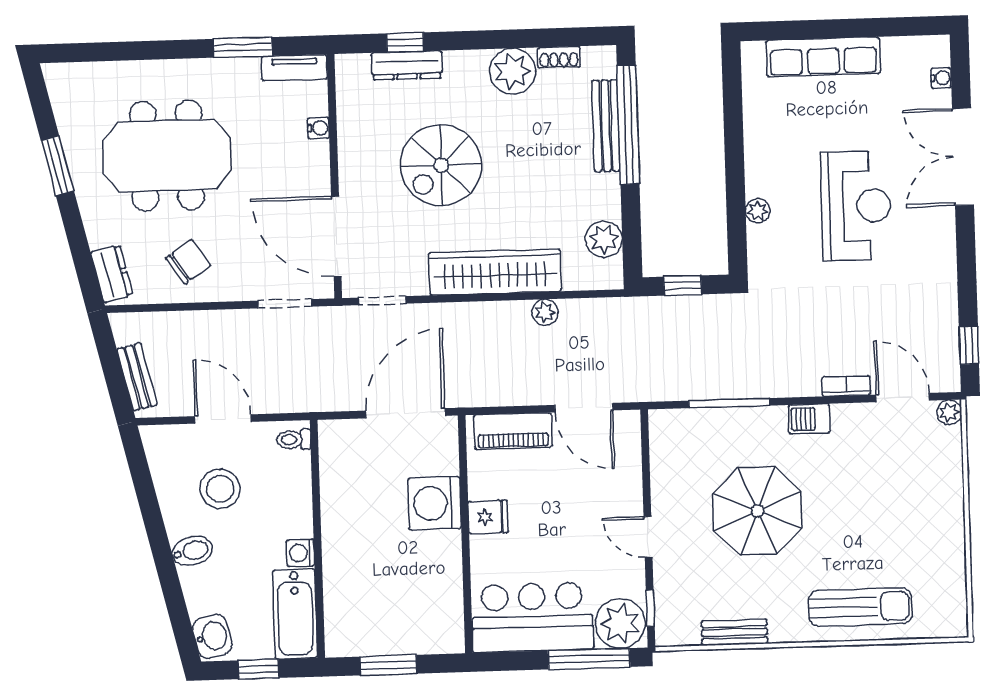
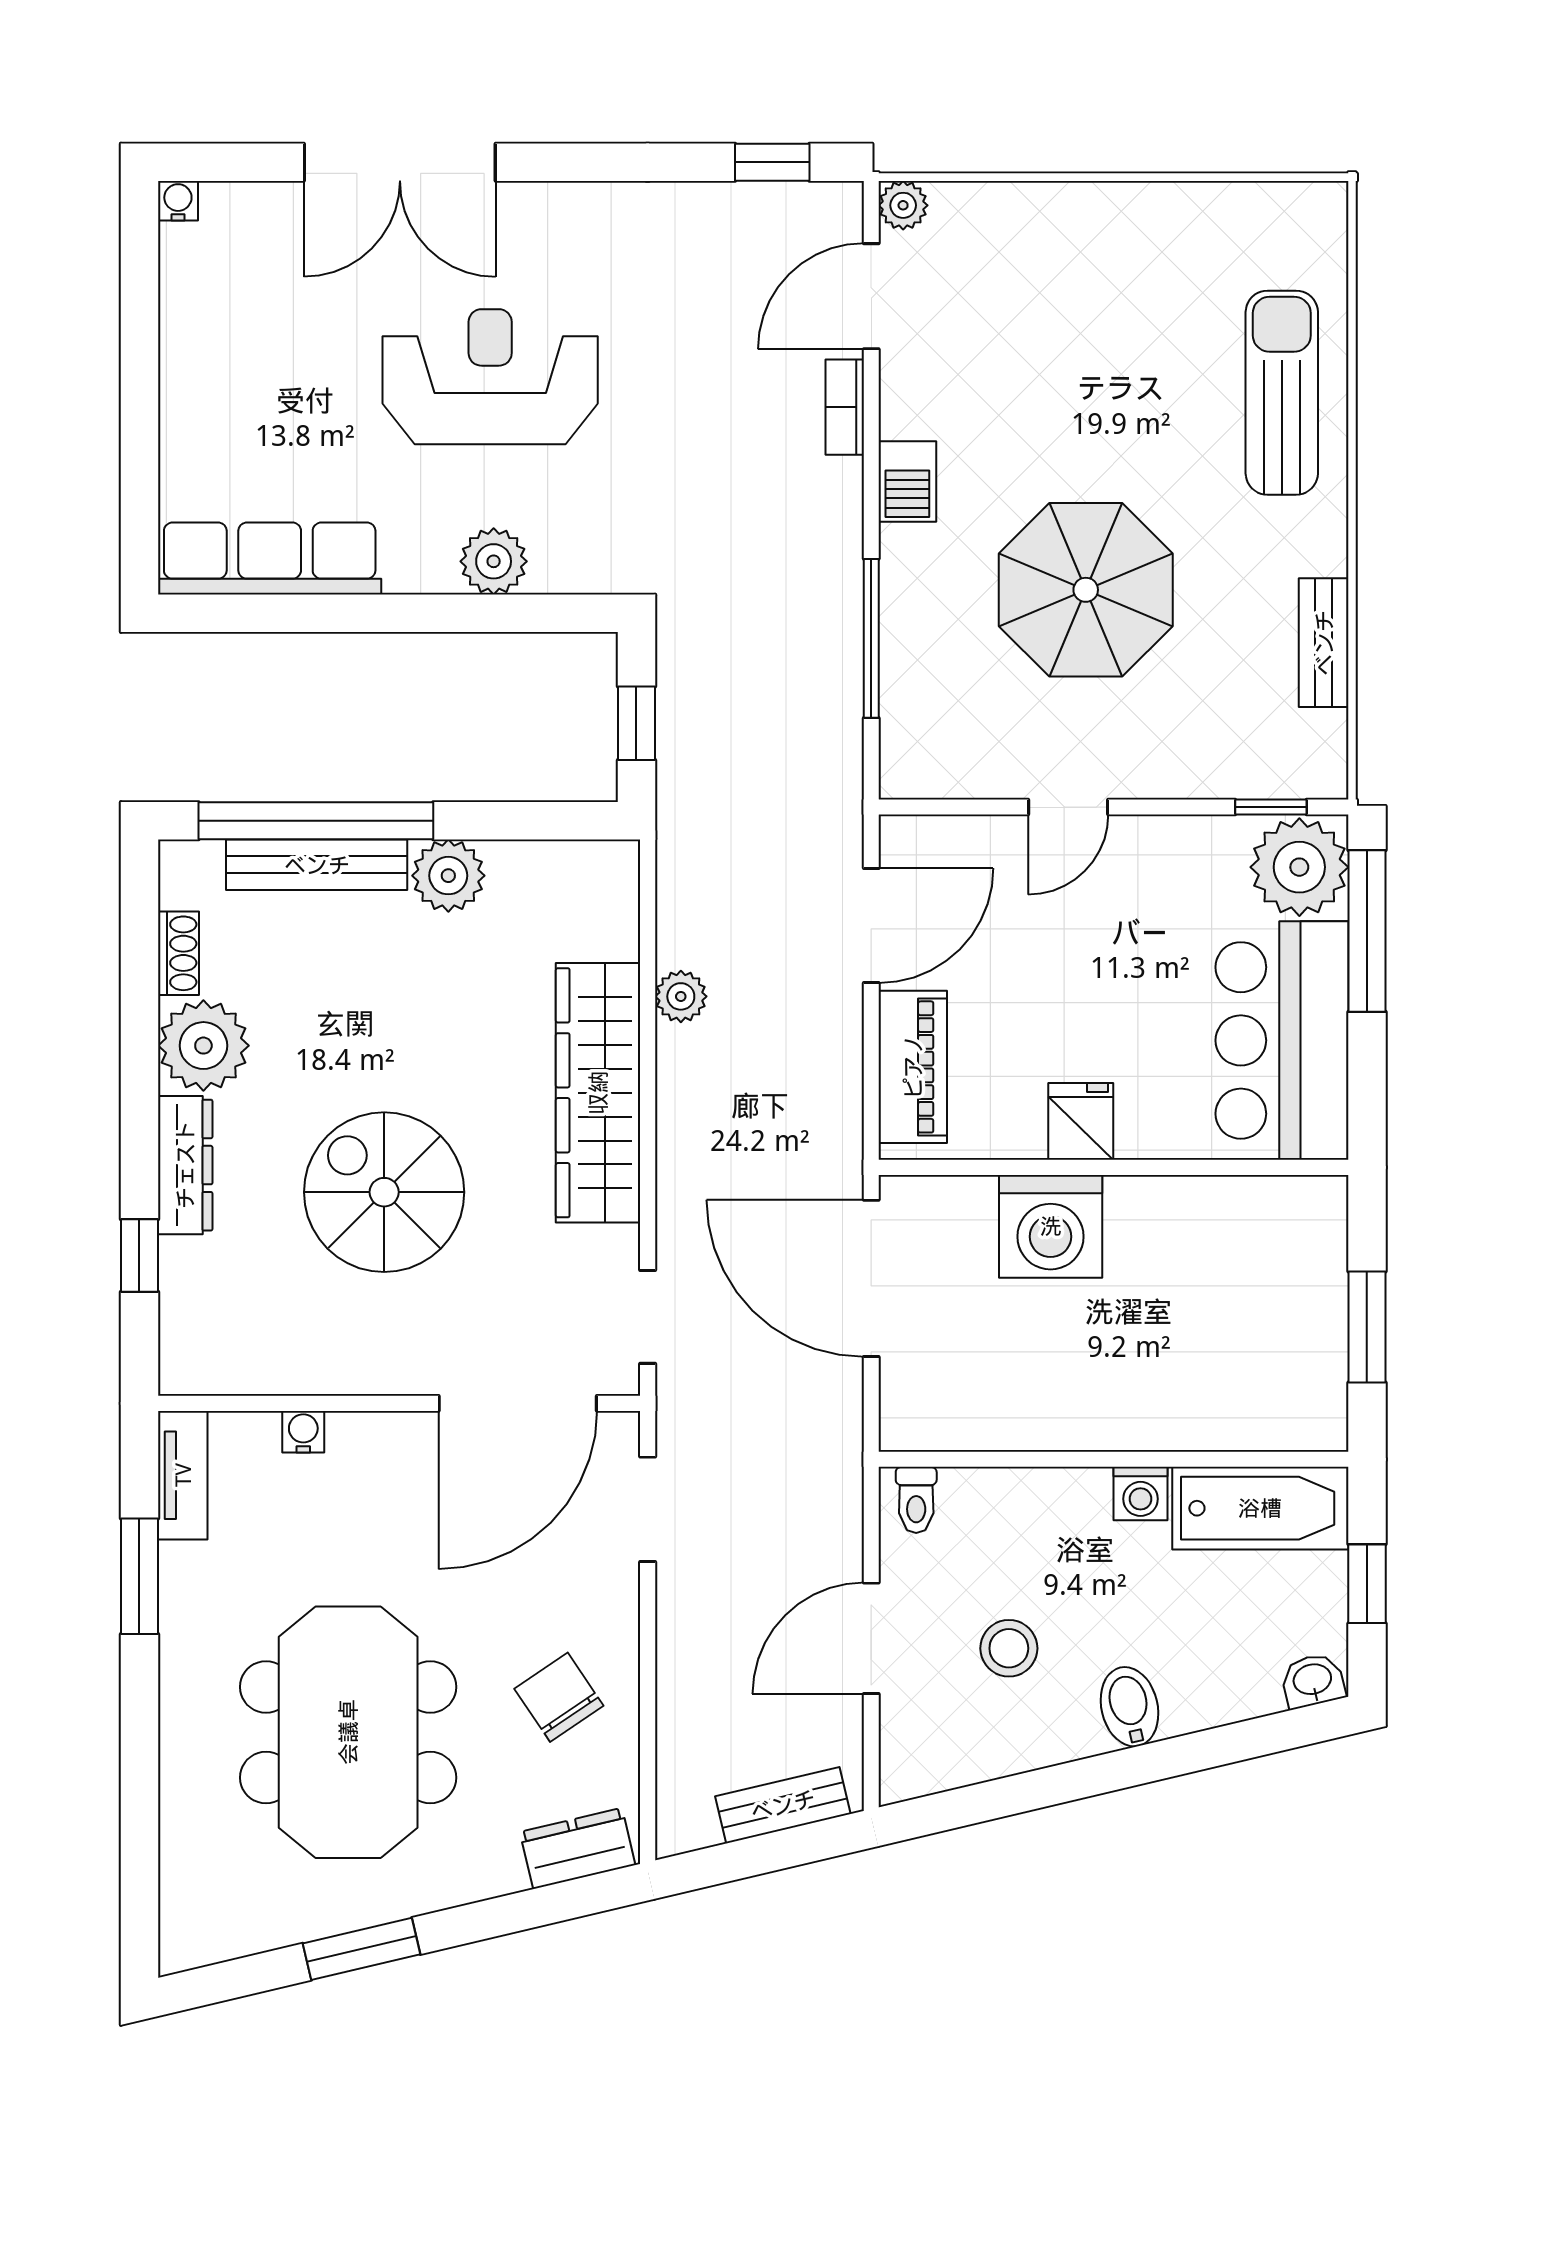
row of seats: (823, 57) -> (270, 558), moved, turned -90
dresser: (407, 65) -> (185, 1165), moved
water cooler: (941, 78) -> (178, 201), moved
spiral stairs: (441, 165) -> (384, 1192), turned 180
plant: (758, 211) -> (494, 561), width x1.38, depth x1.38
plant: (604, 239) -> (448, 876), moved
stool: (220, 489) -> (1009, 1648), width x0.73, depth x0.73
door: (648, 537) -> (1068, 807), moved
washbasin: (212, 636) -> (1313, 1681), width x0.72, depth x0.69

